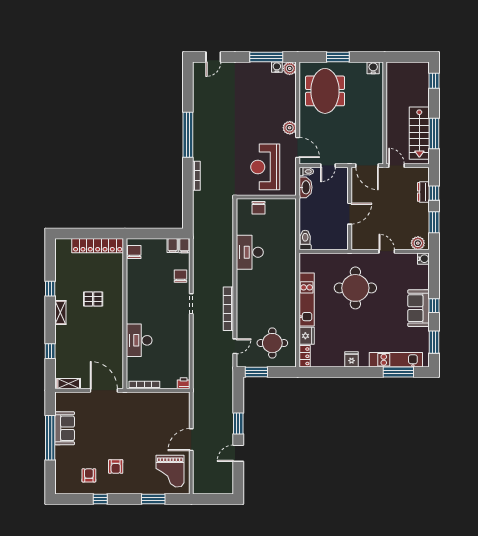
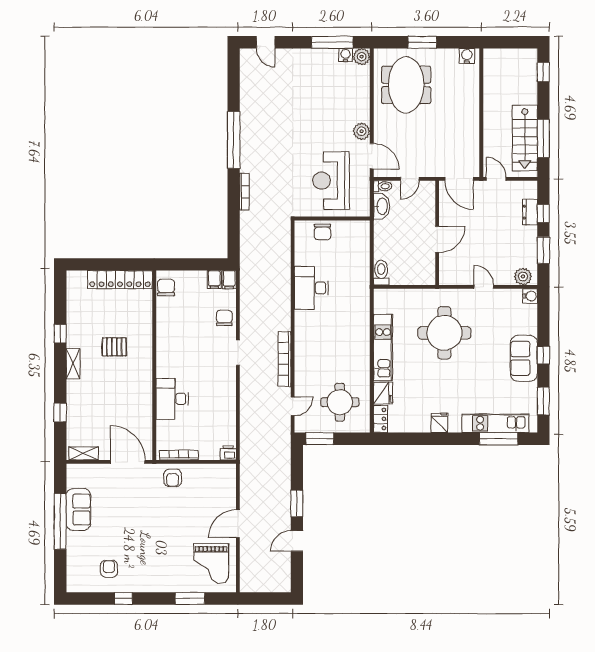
door: (213, 57) -> (266, 42), hinge flipped
armchair: (116, 467) -> (173, 478), moved

